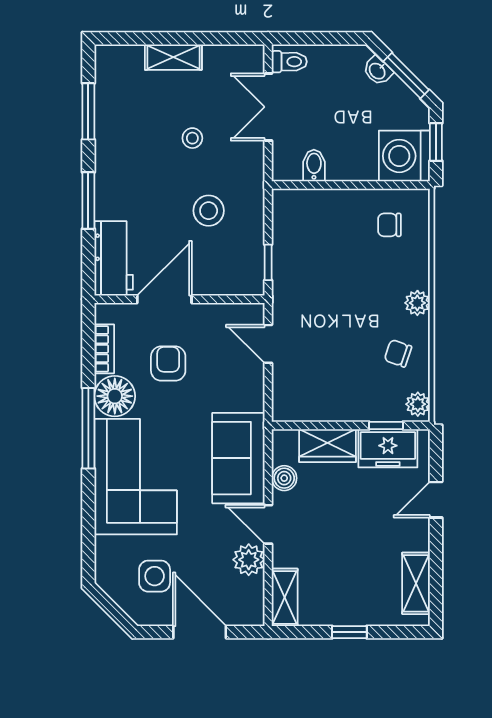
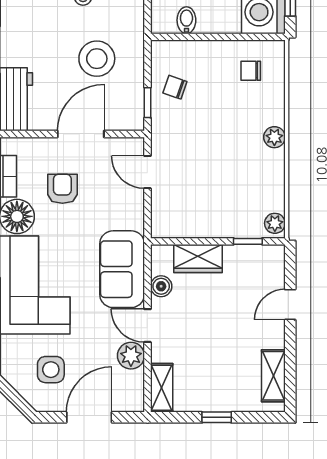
stool: (209, 211) -> (97, 59), width x1.38, depth x1.38
door: (164, 299) -> (81, 134), moved
chair: (398, 353) -> (175, 87), moved
freezer: (388, 448) -> (249, 261), removed
door: (200, 632) -> (89, 417), hinge flipped

